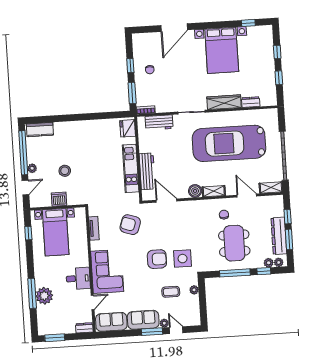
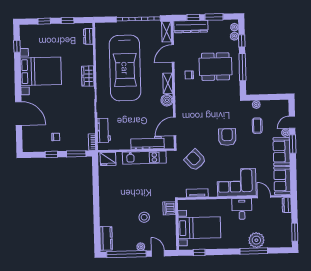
wardrobe: (224, 102) -> (88, 76), width x0.67
dresser: (251, 102) -> (88, 36), moved
dishwasher: (59, 199) -> (169, 208), moved
armchair: (130, 225) -> (195, 160), turned 118
dresser: (279, 236) -> (191, 27), moved
side table: (183, 259) -> (228, 114), removed

